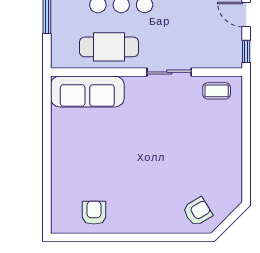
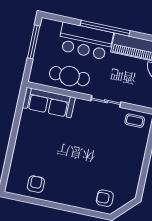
armchair: (198, 212) -> (105, 198), turned -149

